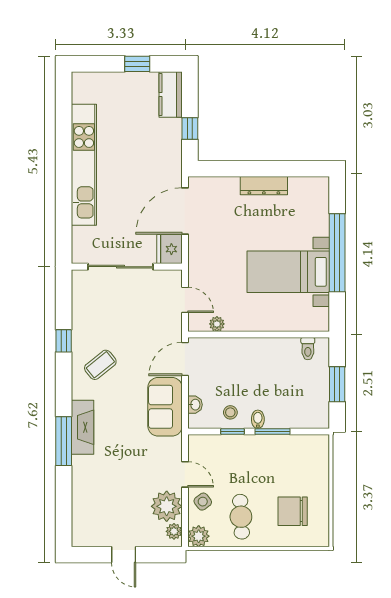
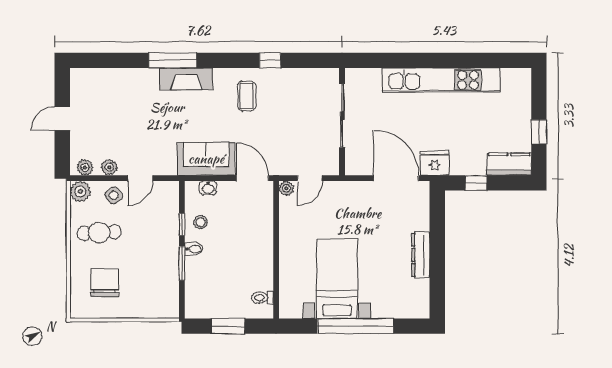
fridge: (169, 249) -> (435, 163), moved
plant: (217, 324) -> (286, 188), moved
coffee table: (100, 365) -> (247, 96), turned 39
plant: (167, 506) -> (109, 167), width x0.53, depth x0.53

